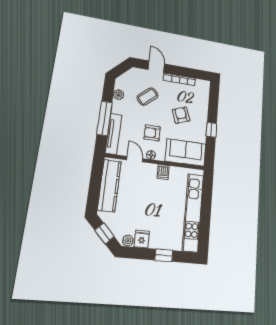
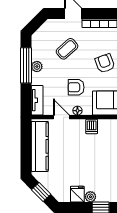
plant: (119, 95) -> (37, 67), moved
window: (104, 118) -> (26, 65), moved
tv unit: (113, 134) -> (37, 100), width x0.71
plant: (128, 241) -> (90, 197), moved

